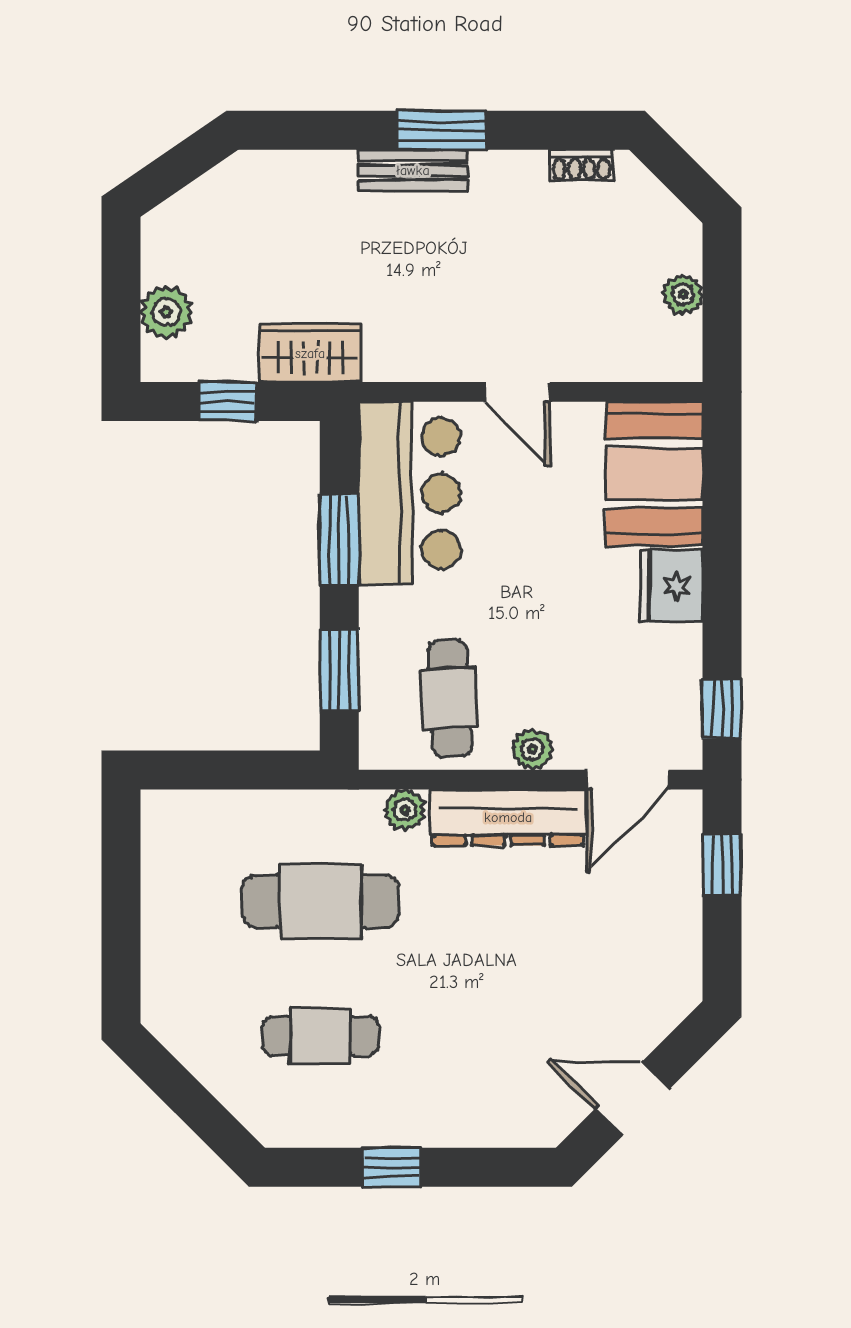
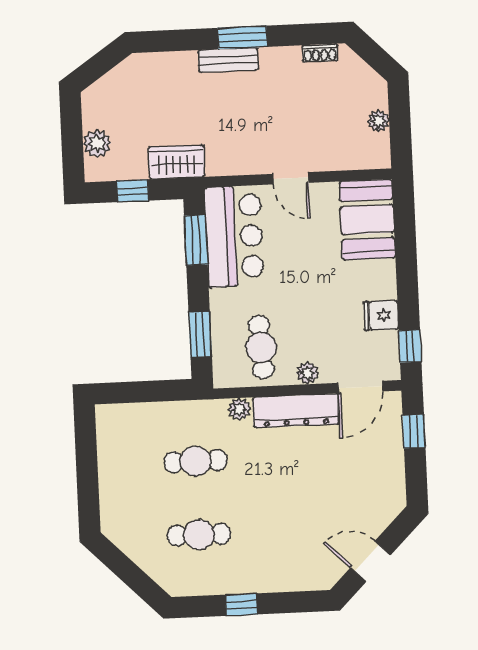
window: (339, 540) -> (196, 240), moved
fridge: (671, 586) -> (381, 315), moved, width x0.72
cafe table: (320, 901) -> (196, 461), width x0.73, depth x0.74

